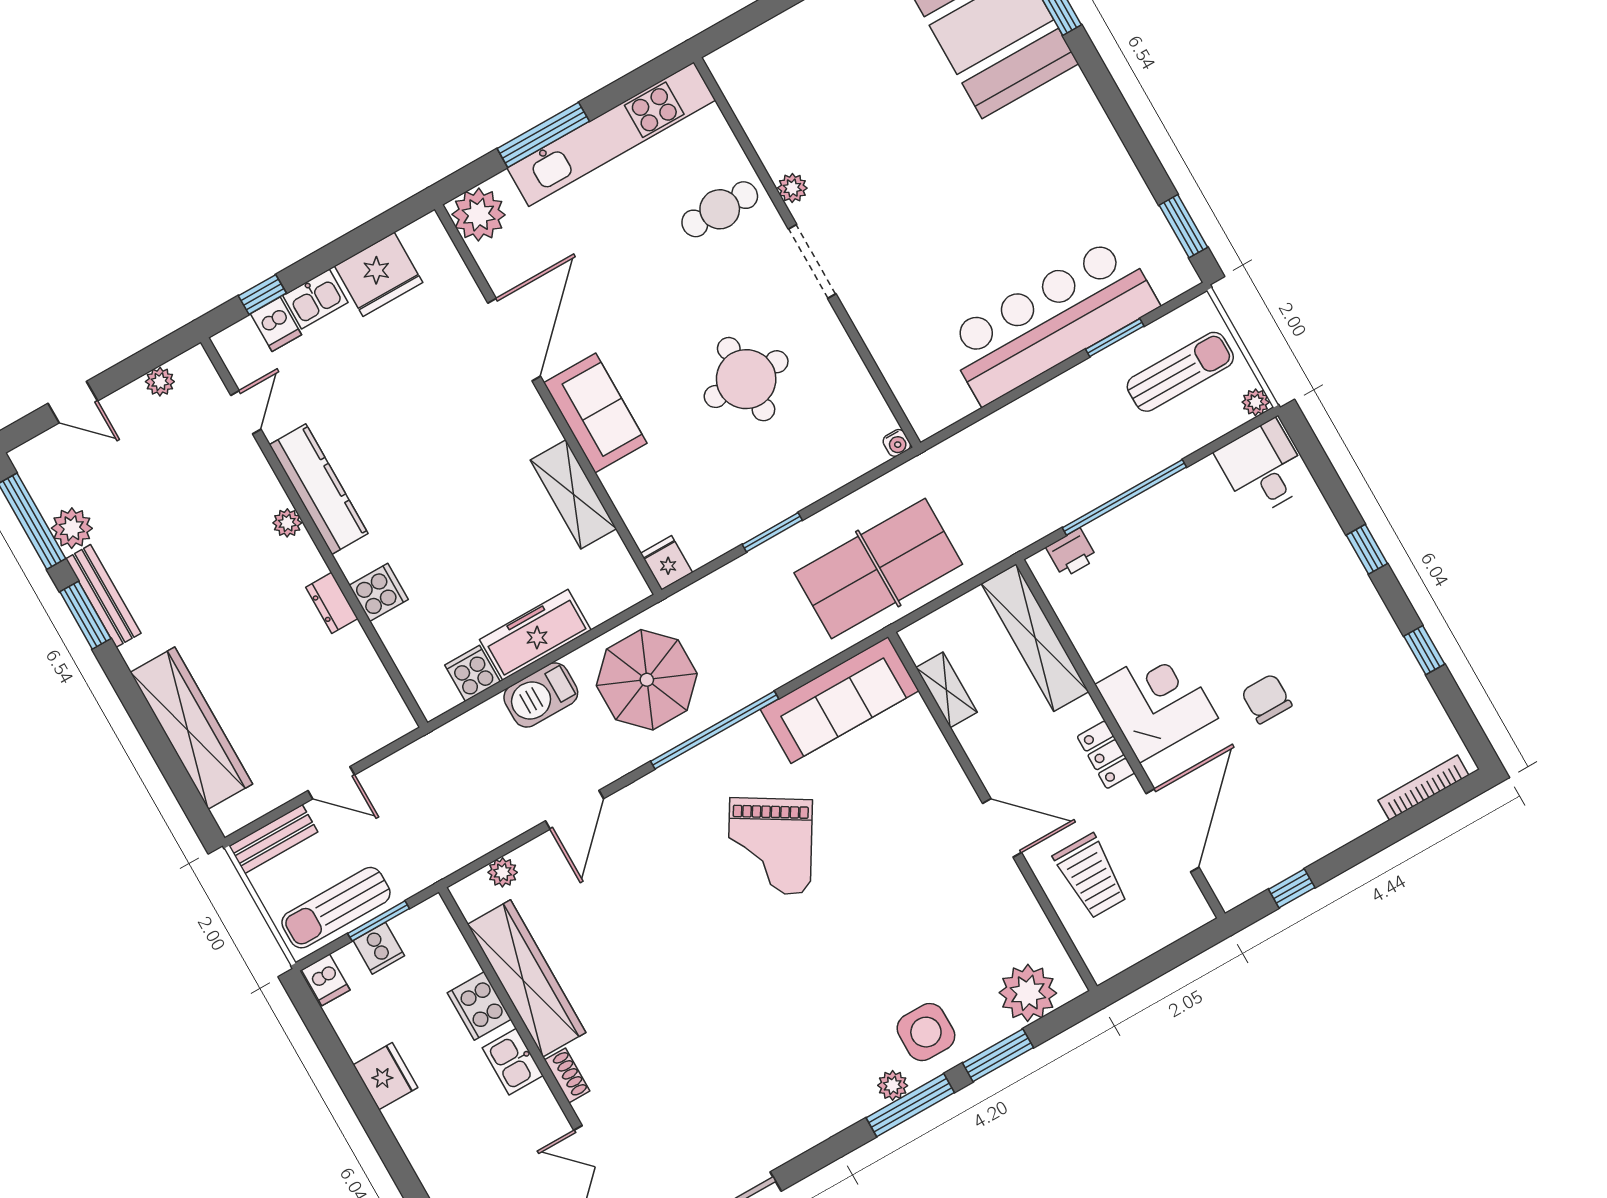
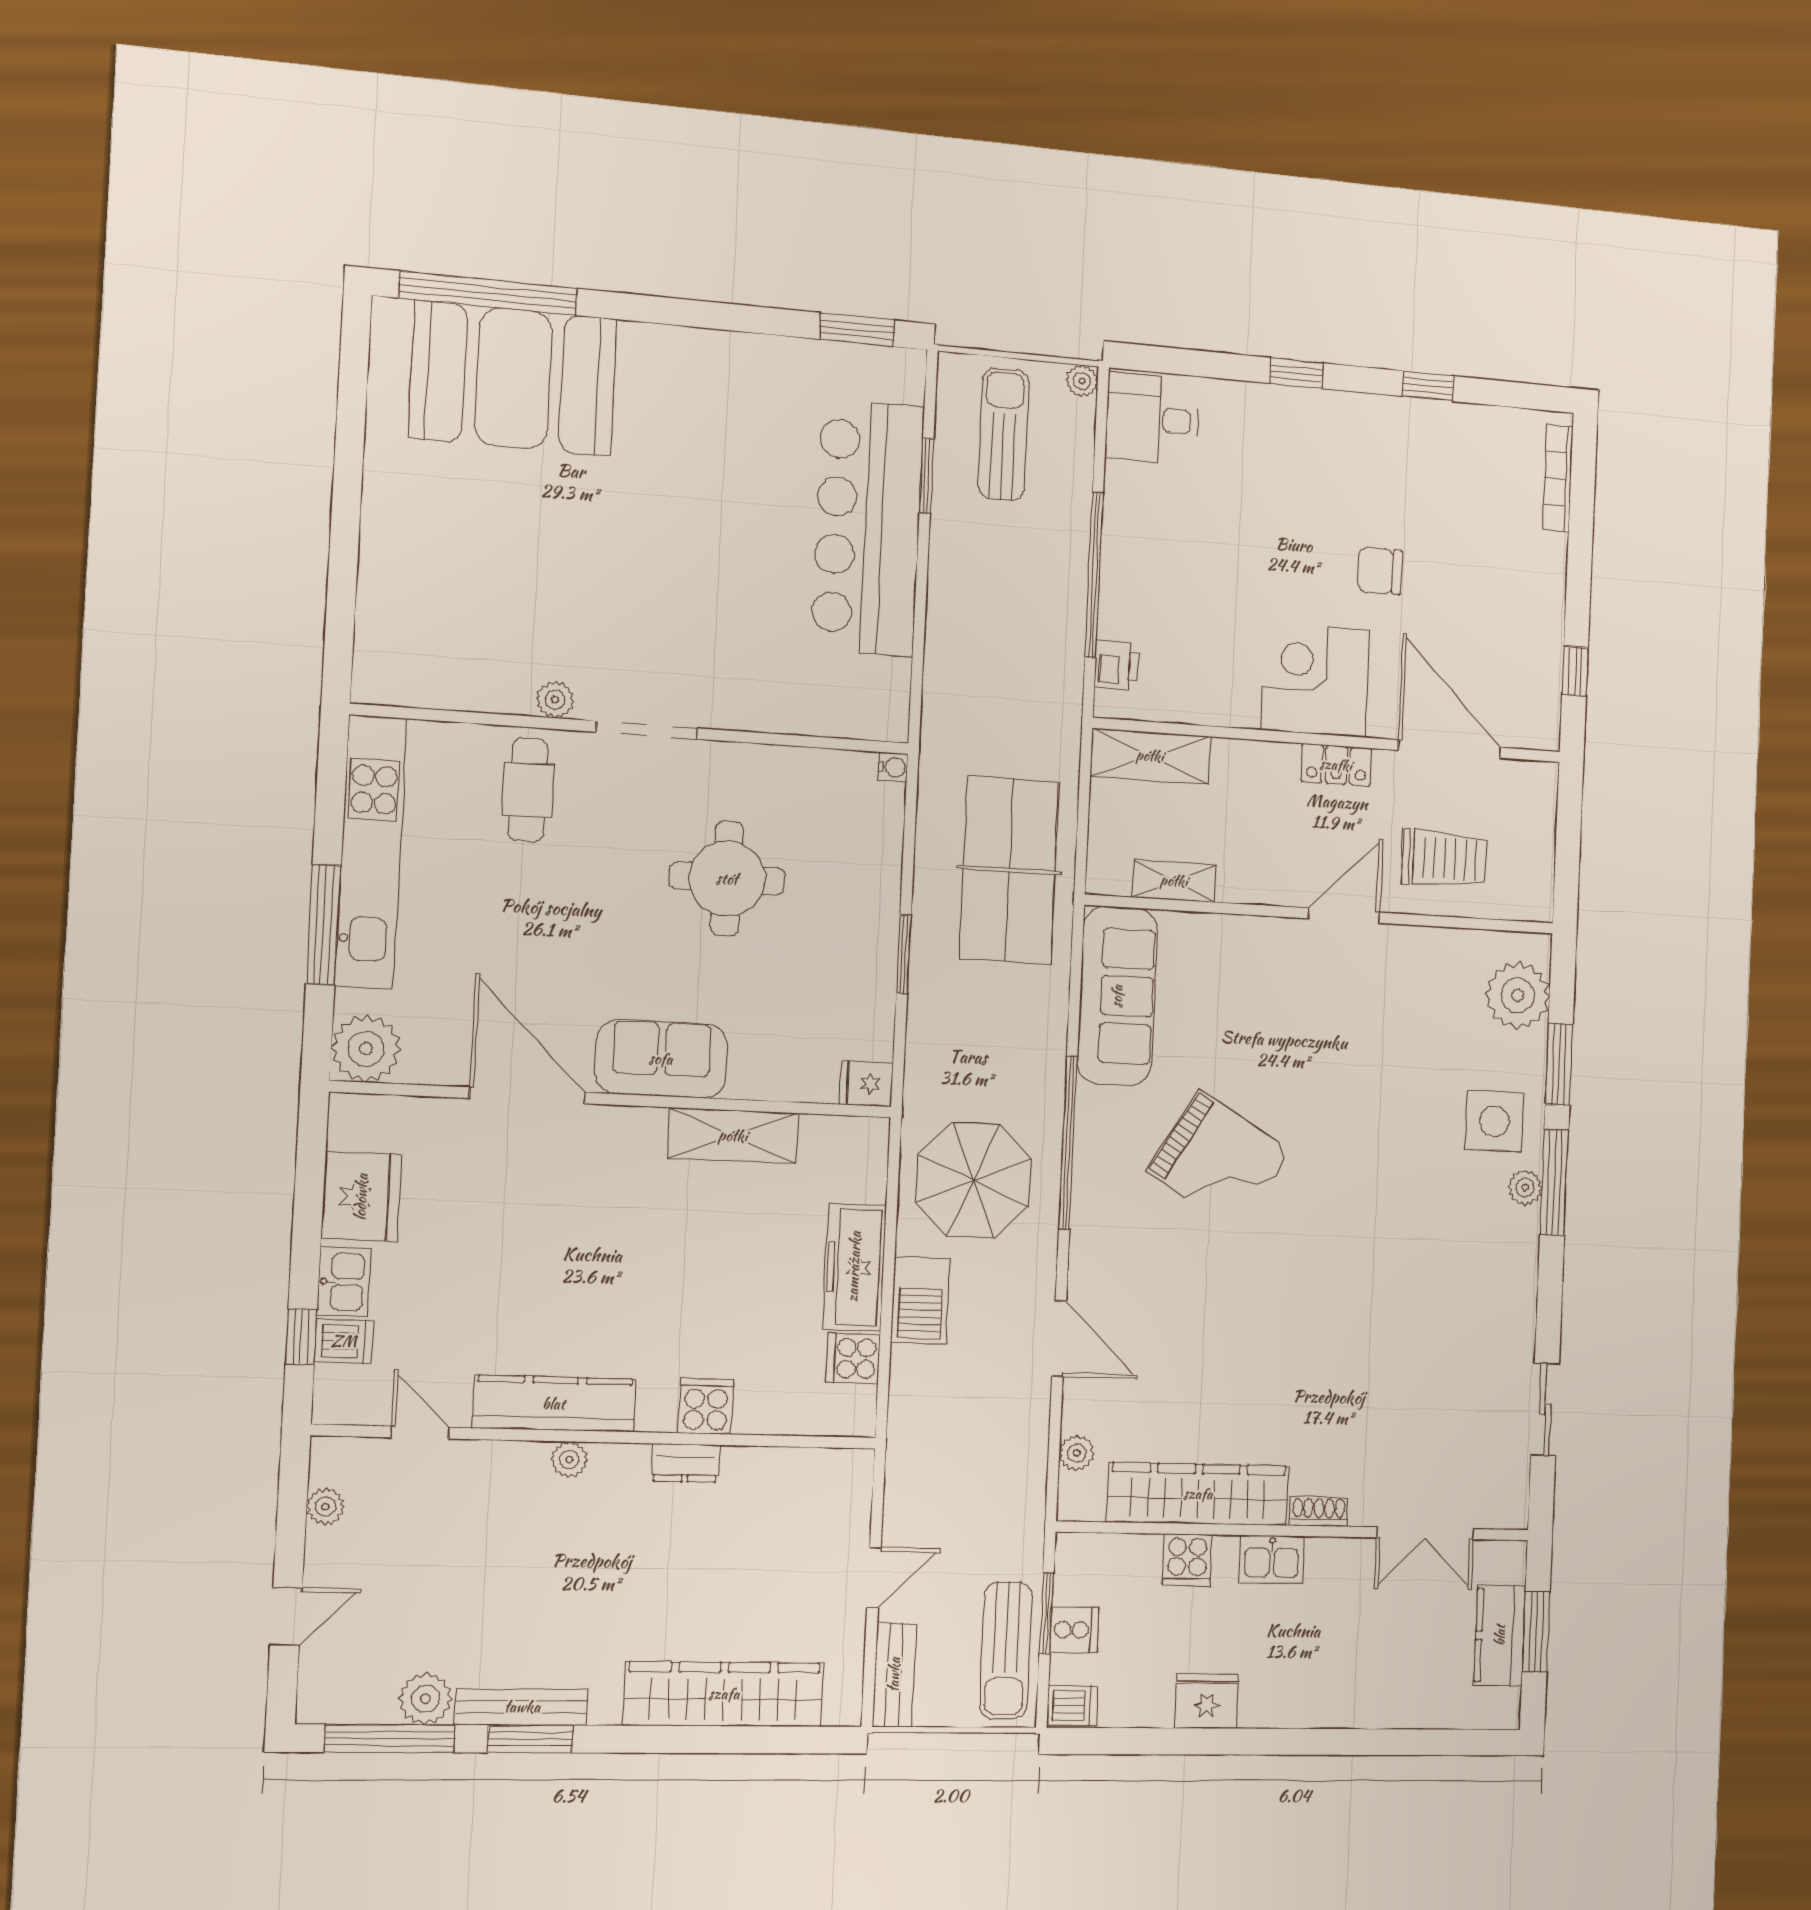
shelving: (1035, 638) -> (1150, 756), width x0.68
cooker: (479, 1006) -> (1187, 1560), width x0.73

